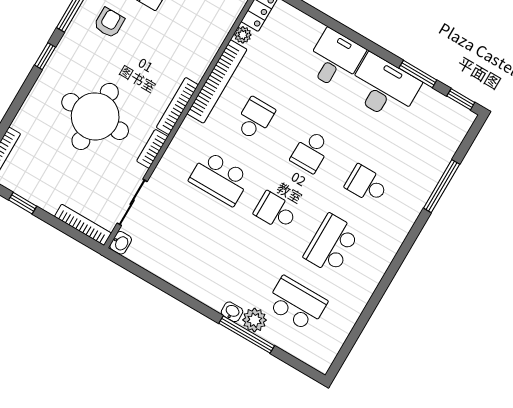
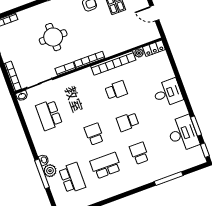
desk: (384, 88) -> (183, 134), moved
round table: (95, 116) -> (53, 37), width x0.73, depth x0.73
school desk: (220, 178) -> (49, 115), moved

